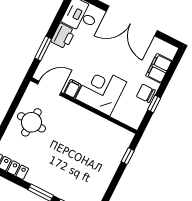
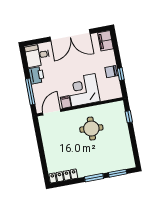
window: (43, 48) -> (30, 92), width x1.44
filing cabinet: (159, 68) -> (105, 41), moved
round table: (31, 122) -> (91, 129), moved

